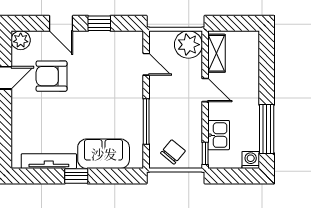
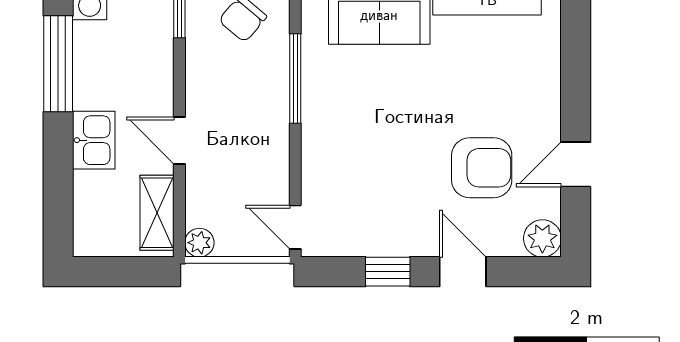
plant: (188, 45) -> (199, 243), width x0.53, depth x0.53
door: (146, 64) -> (295, 227), moved
kitchen sink: (219, 135) -> (94, 140), moved, turned 180

